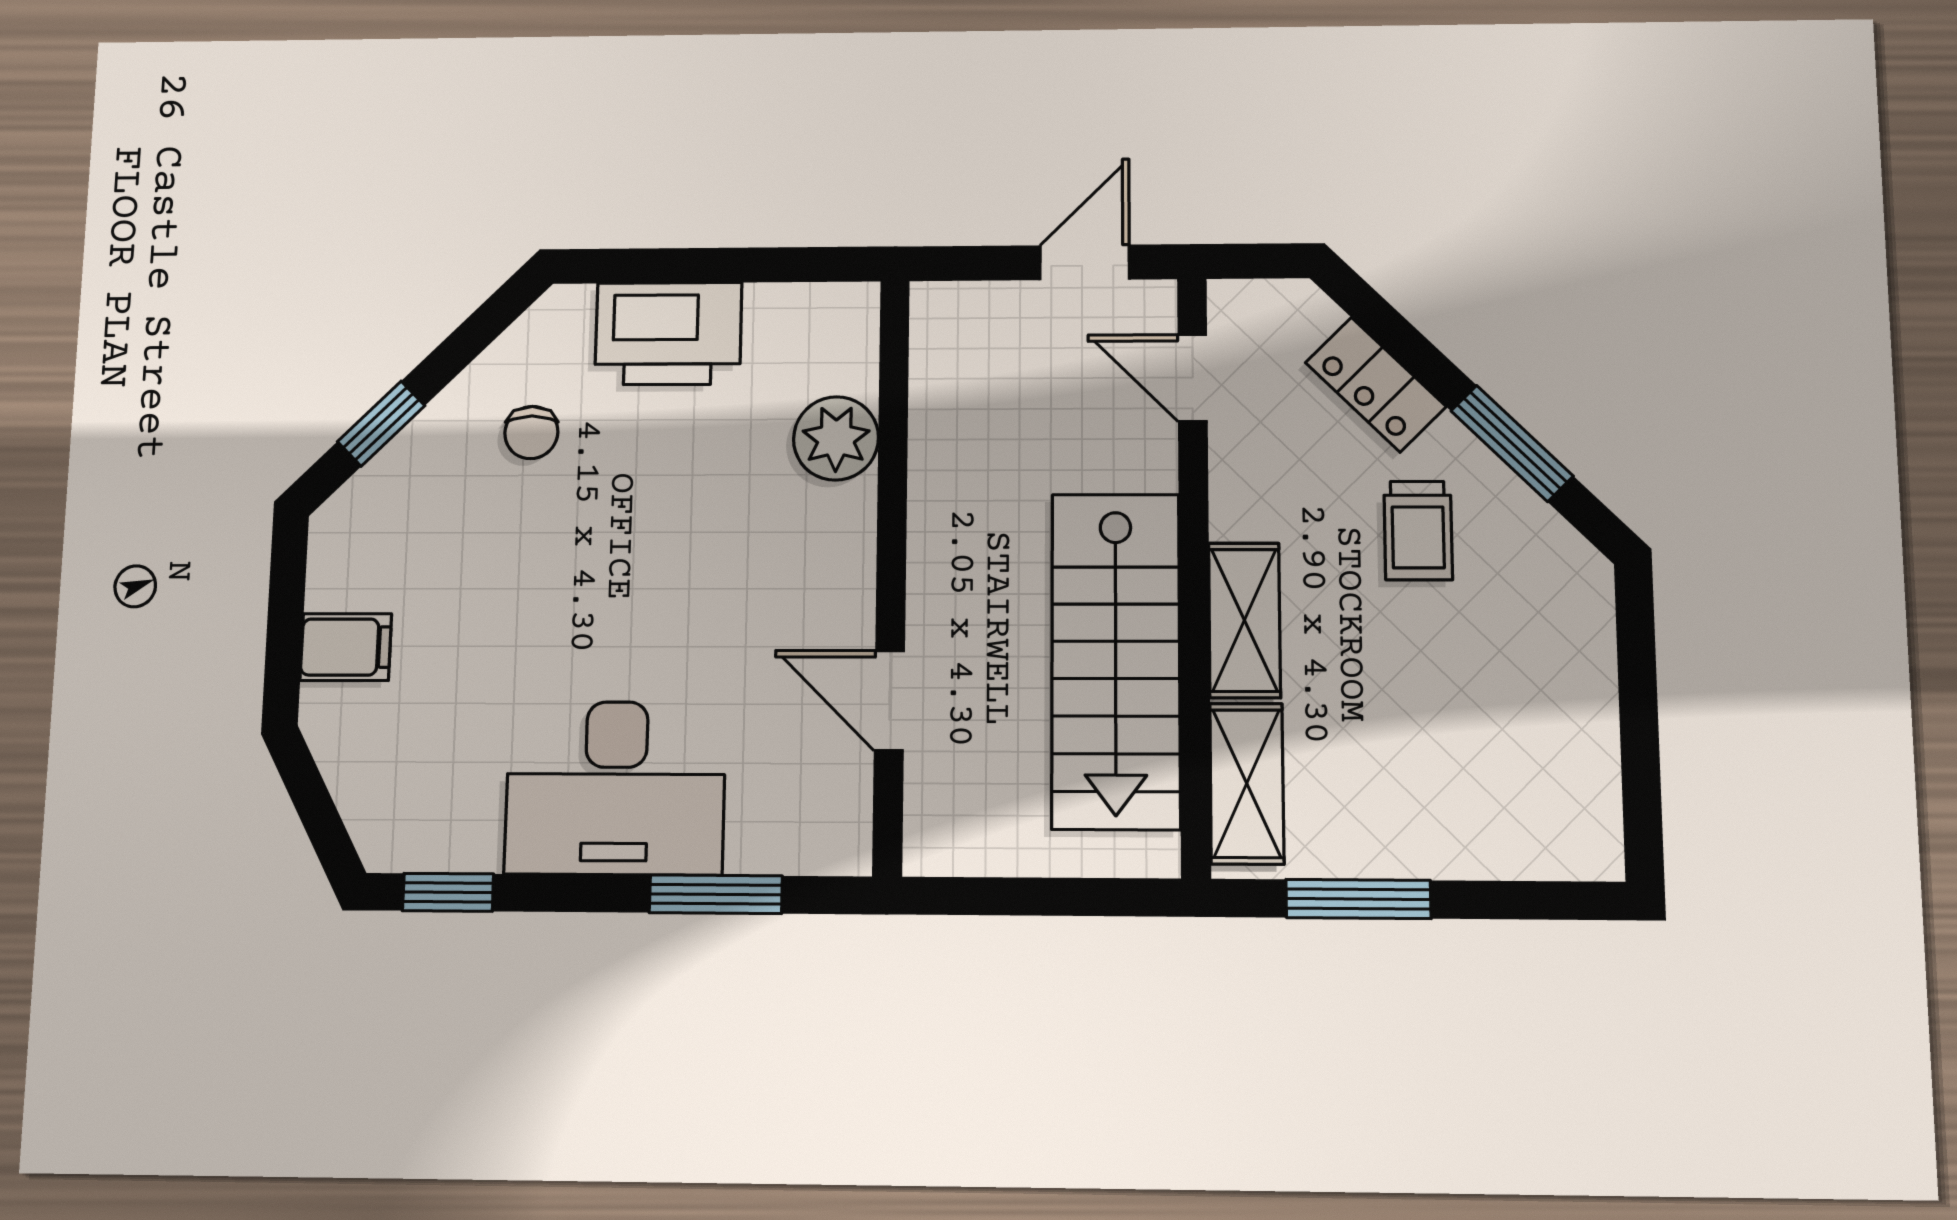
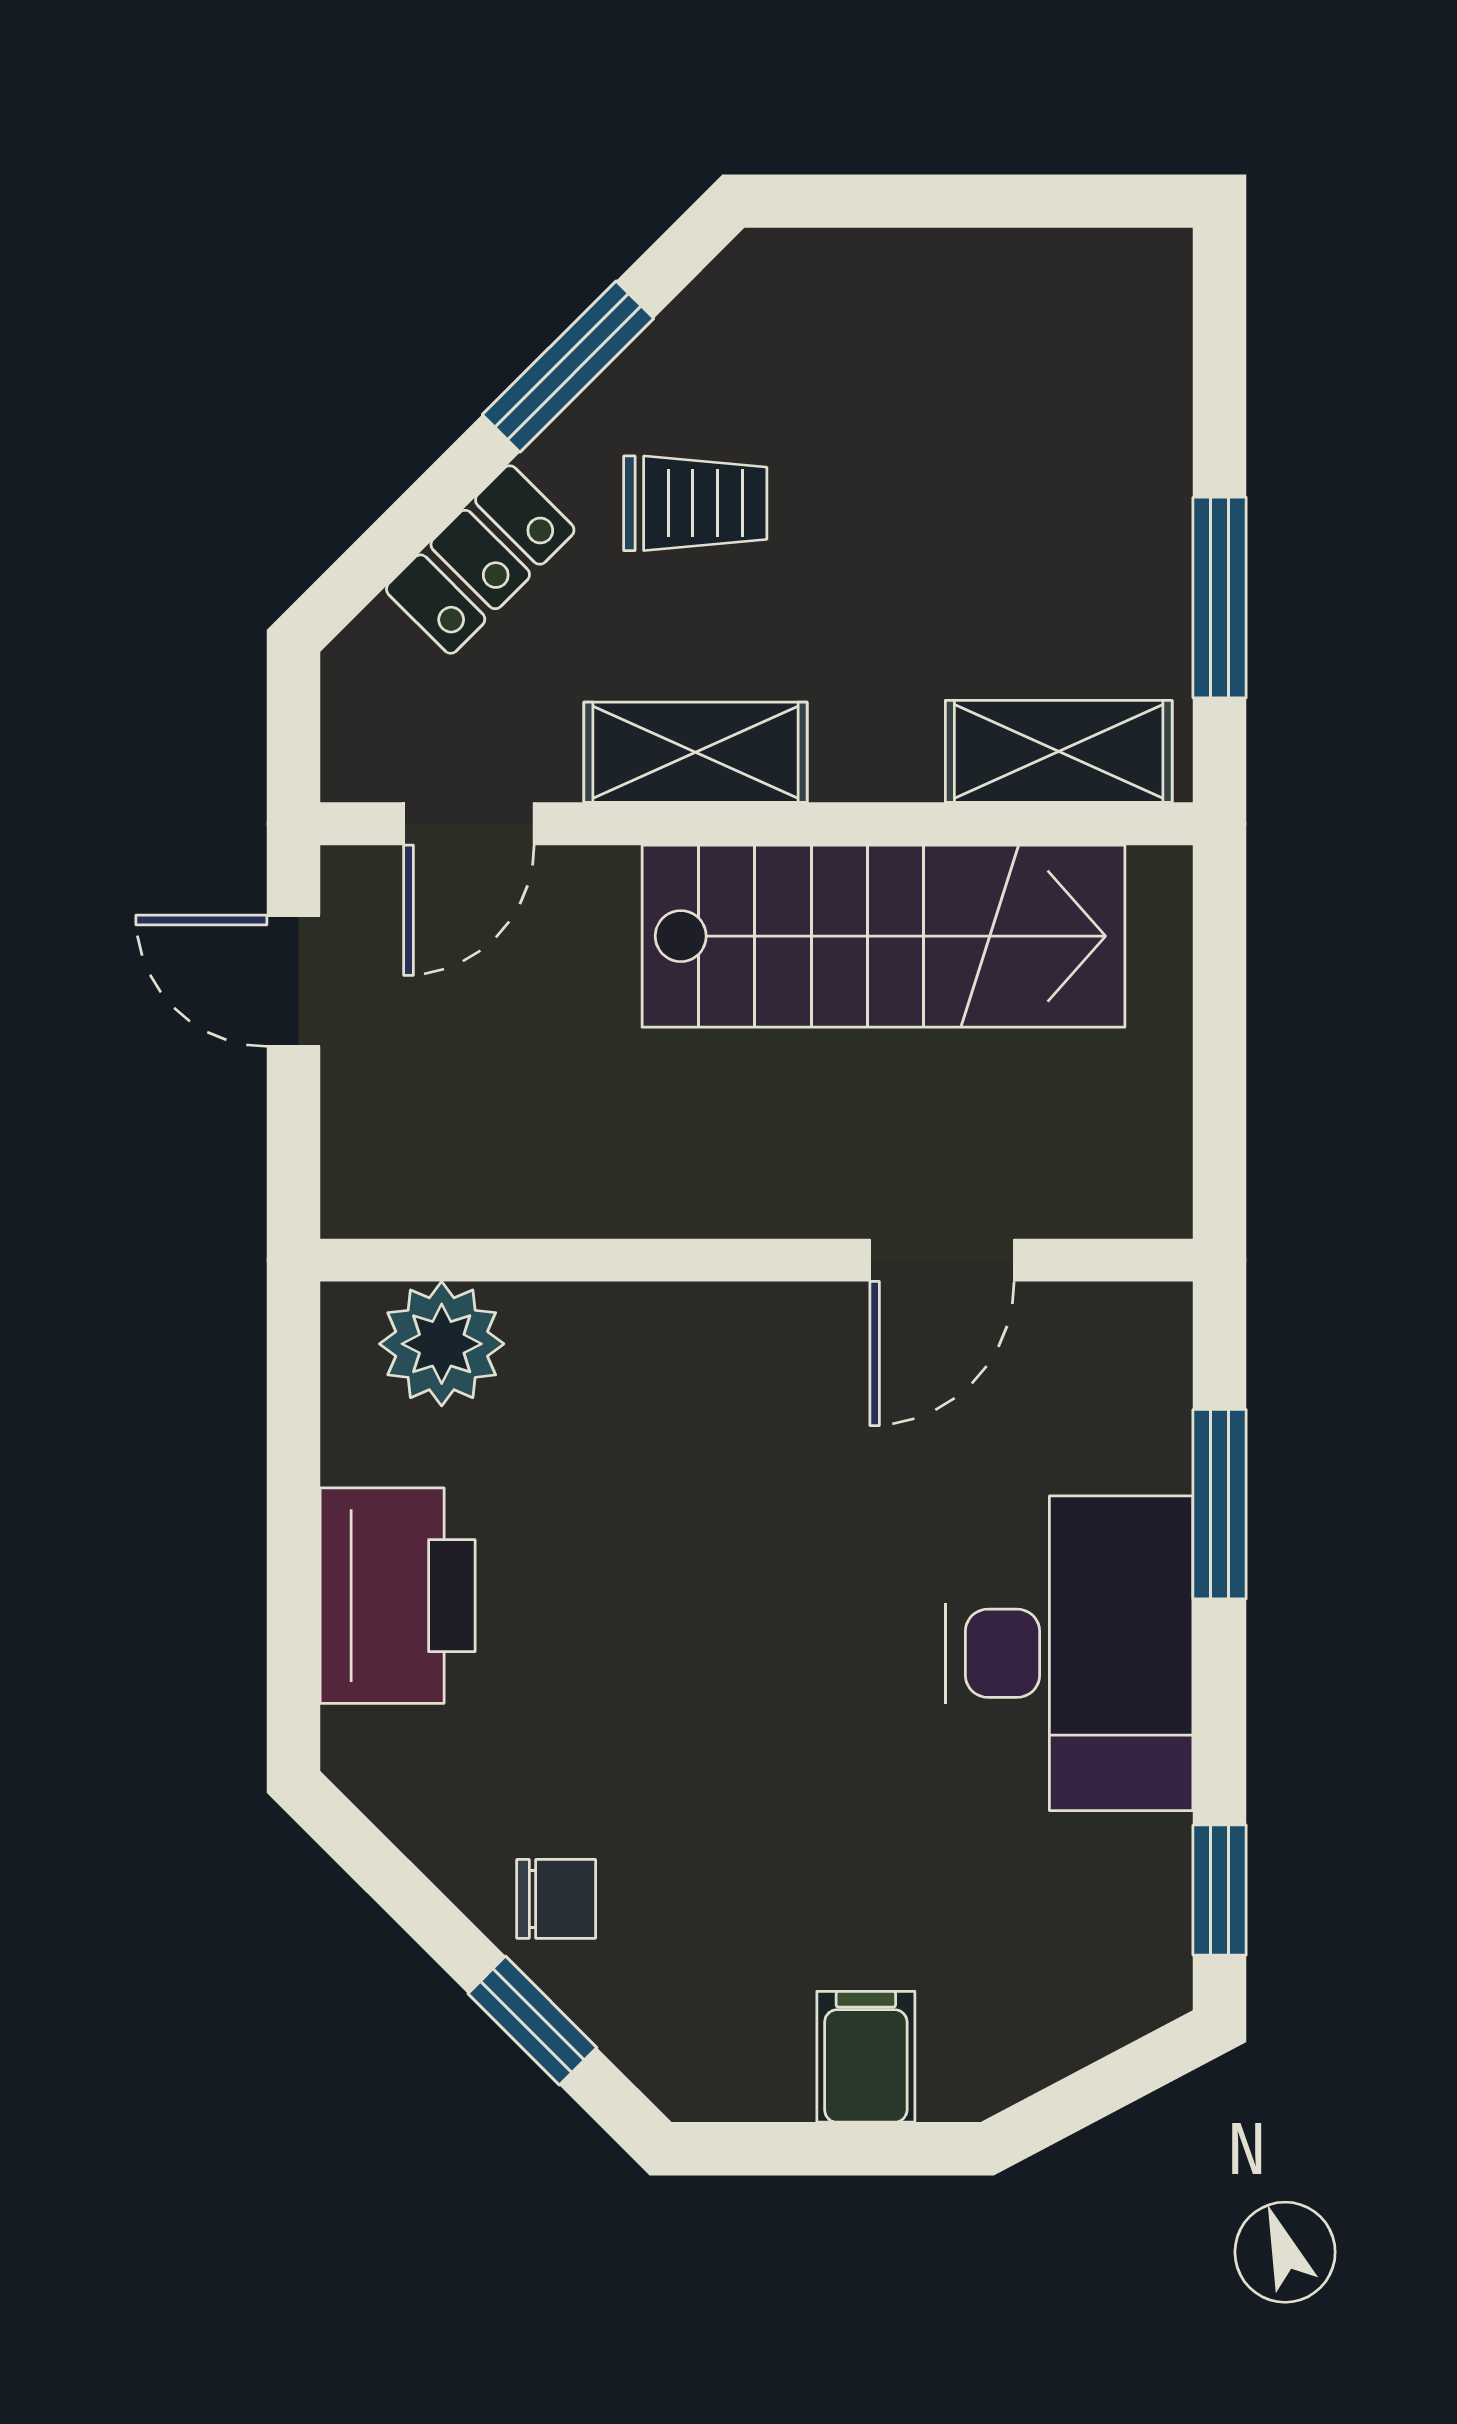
chair: (531, 433) -> (556, 1899), moved
plant: (836, 438) -> (442, 1344), moved
shelving: (1244, 620) -> (696, 752), moved

